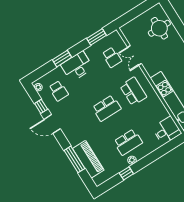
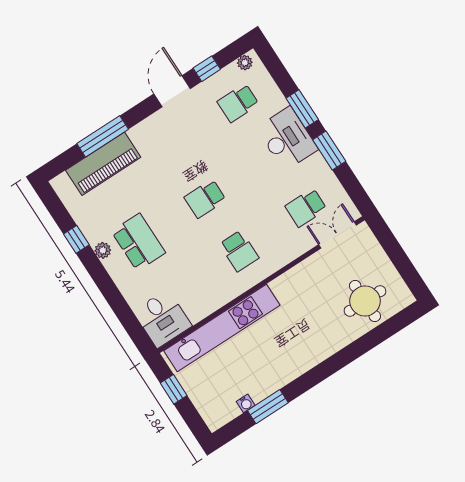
window: (97, 37) -> (329, 150), moved
double door: (135, 55) -> (338, 235), moved
school desk: (133, 91) -> (239, 251), width x0.54
school desk: (107, 108) -> (205, 199), width x0.54
school desk: (128, 142) -> (138, 242), turned 180

